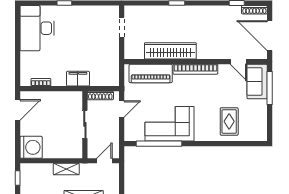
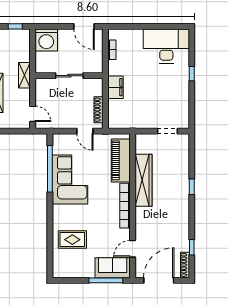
sliding door: (85, 124) -> (69, 76), moved
wall: (85, 125) -> (69, 76), moved

